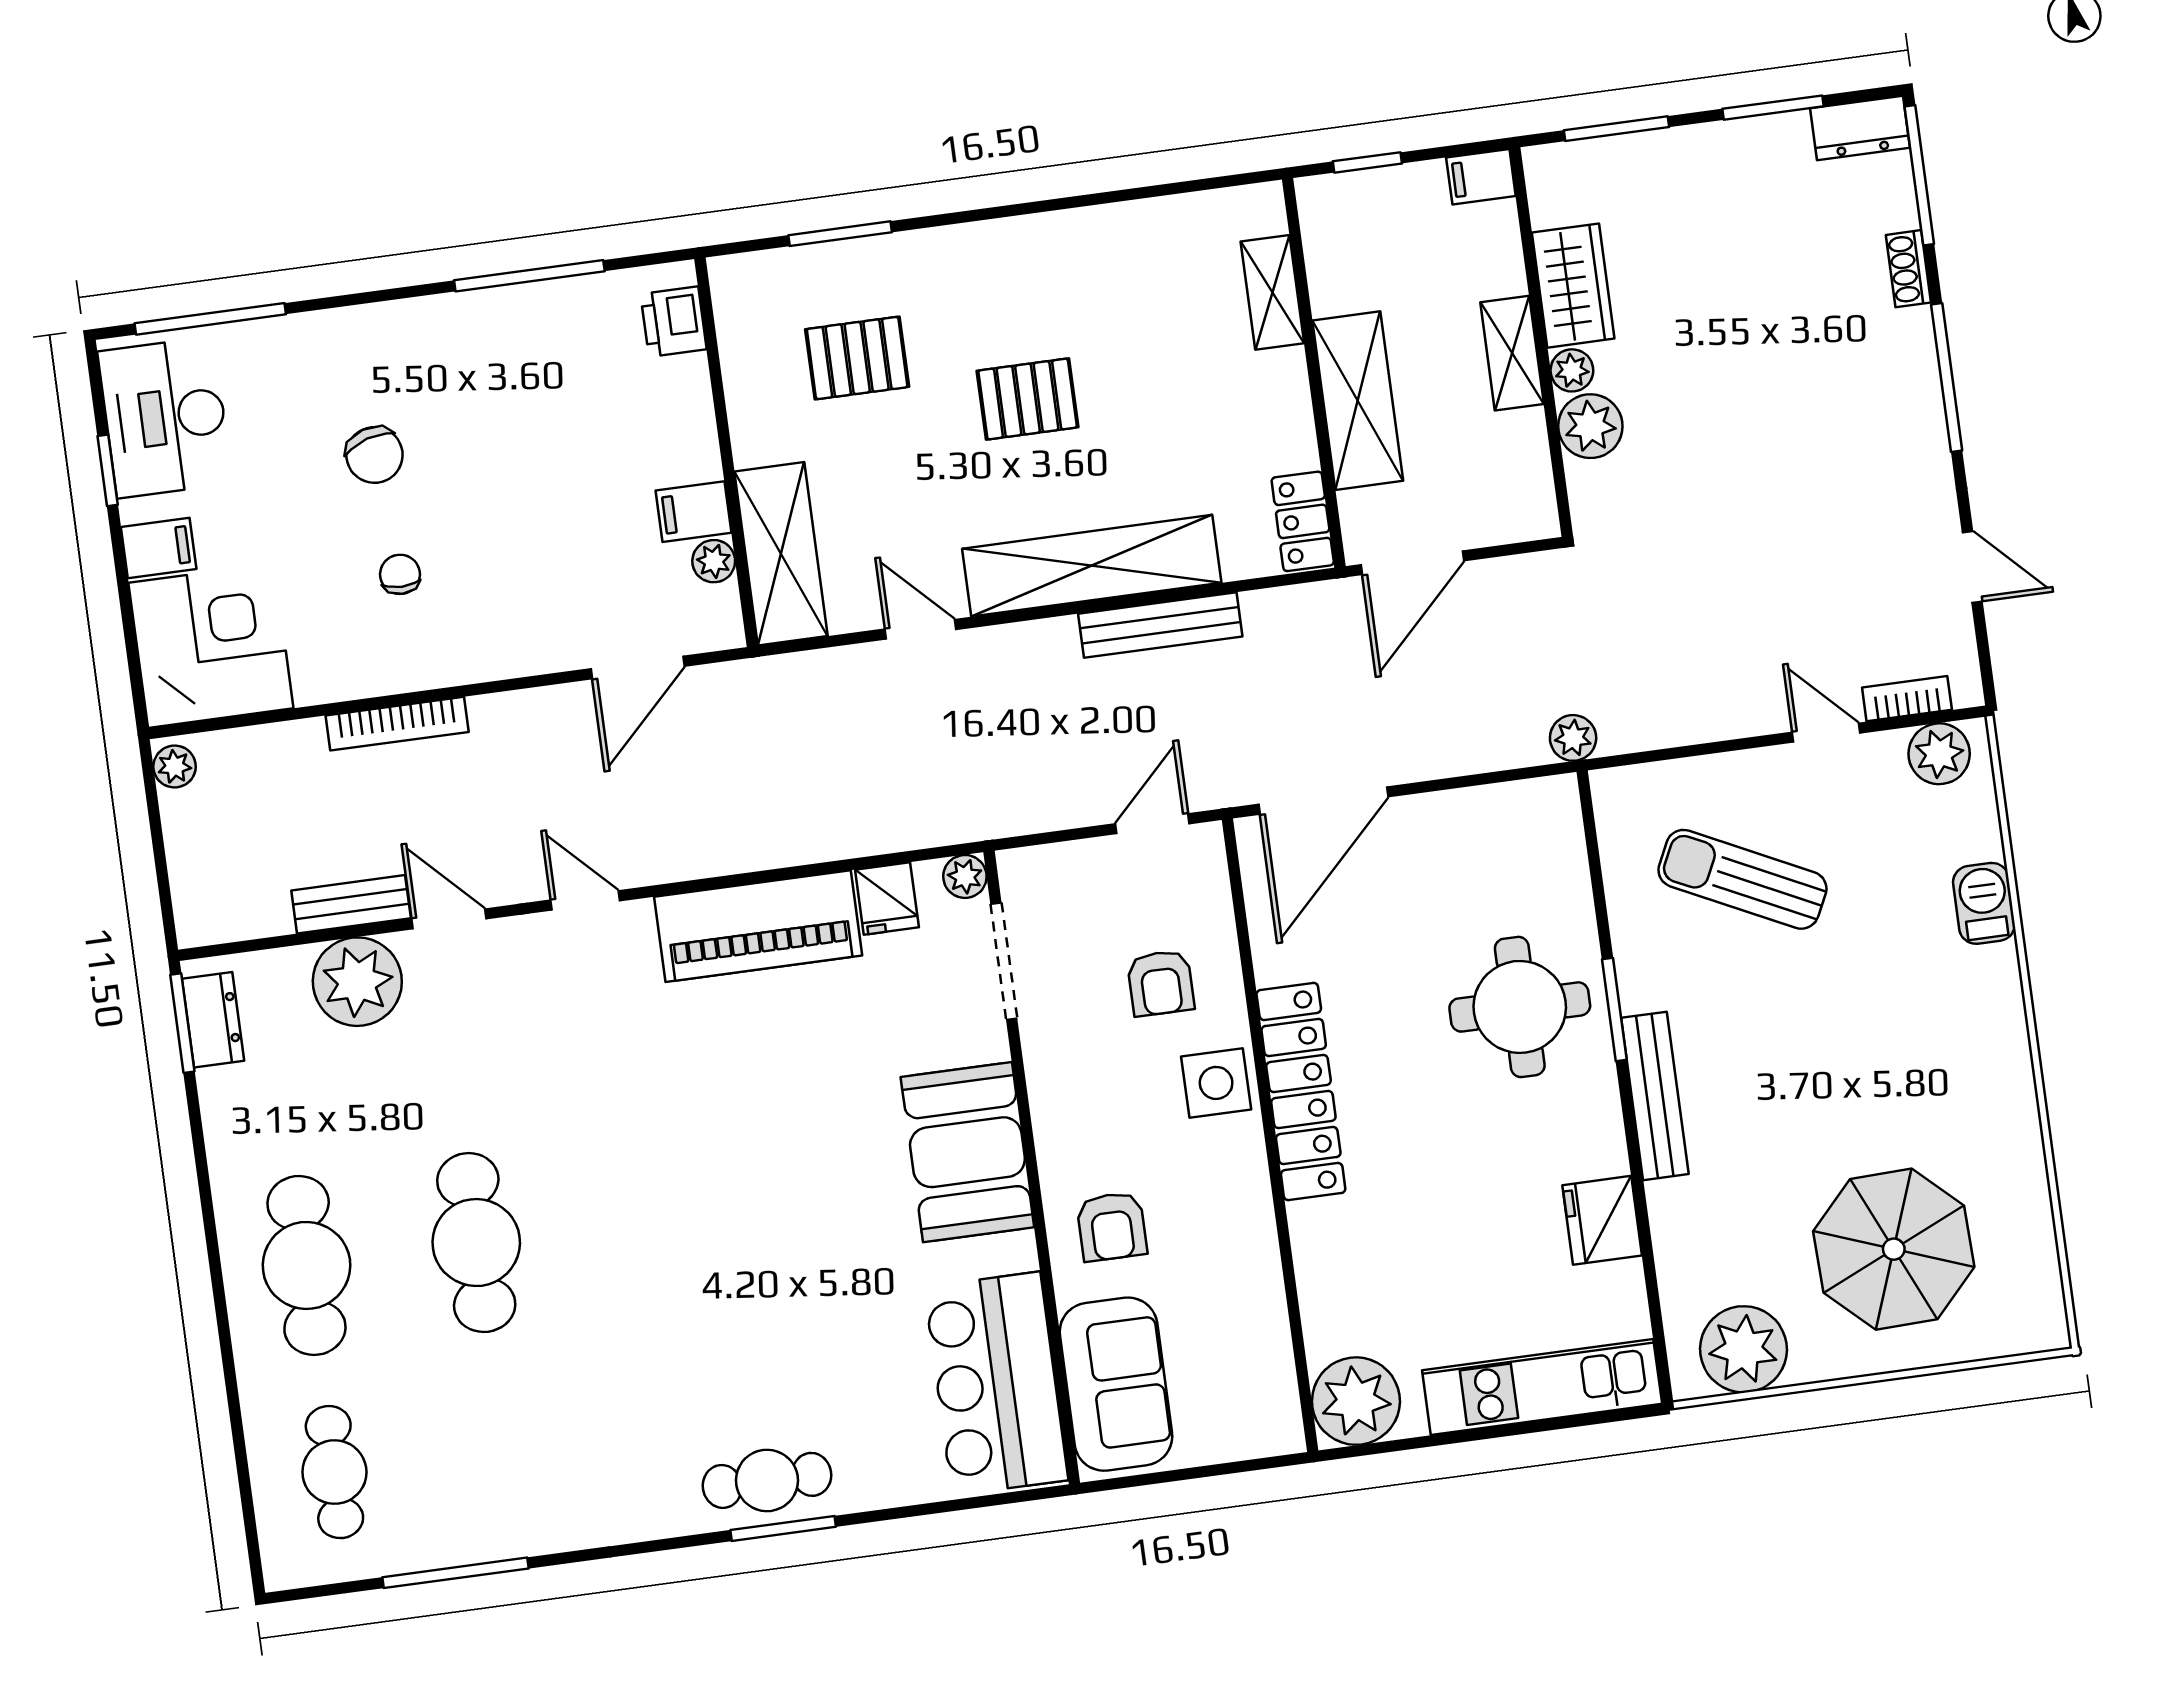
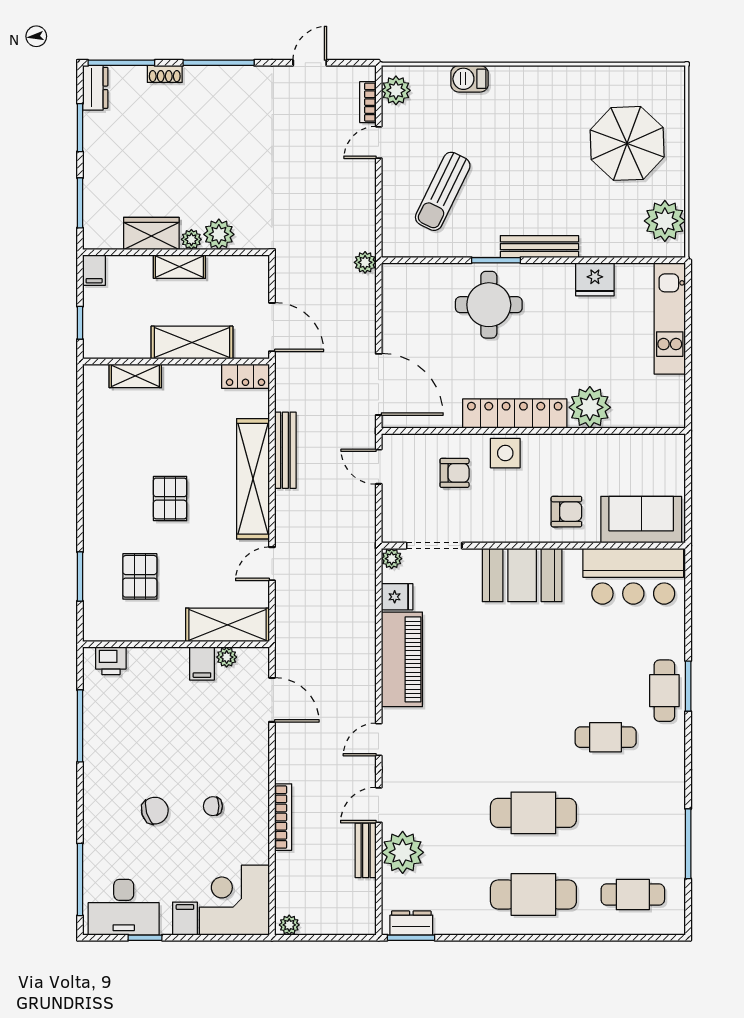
cafe table: (654, 1371) -> (606, 737), added
plant: (1356, 1401) -> (590, 407), moved

